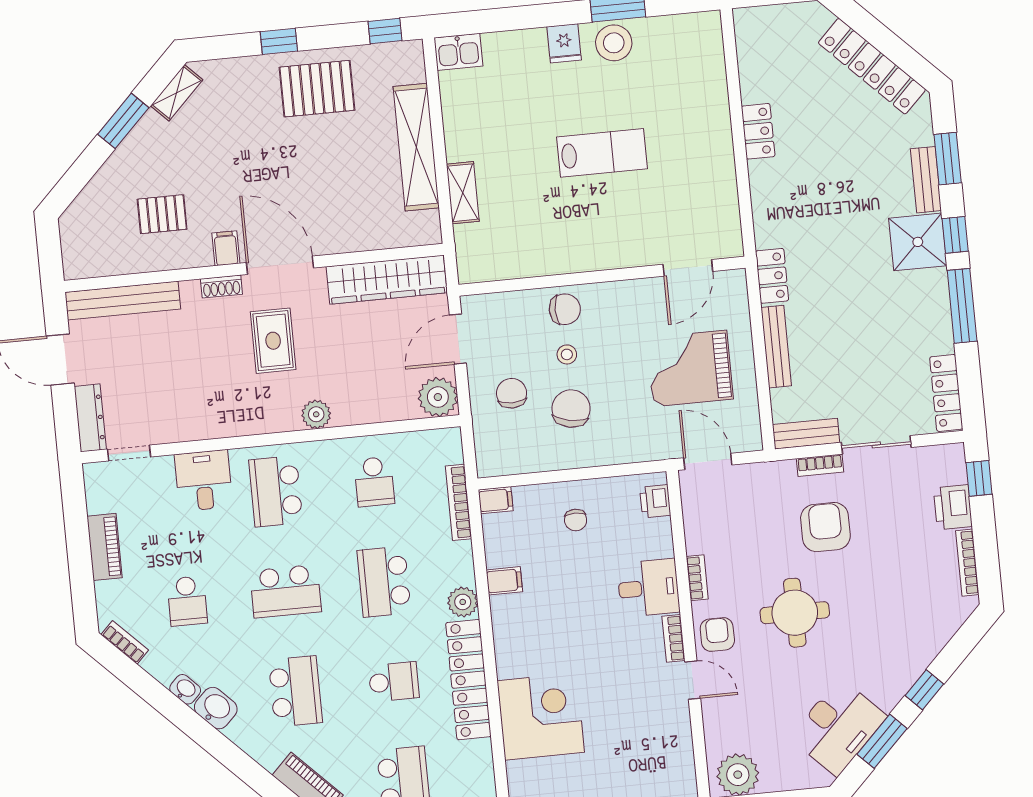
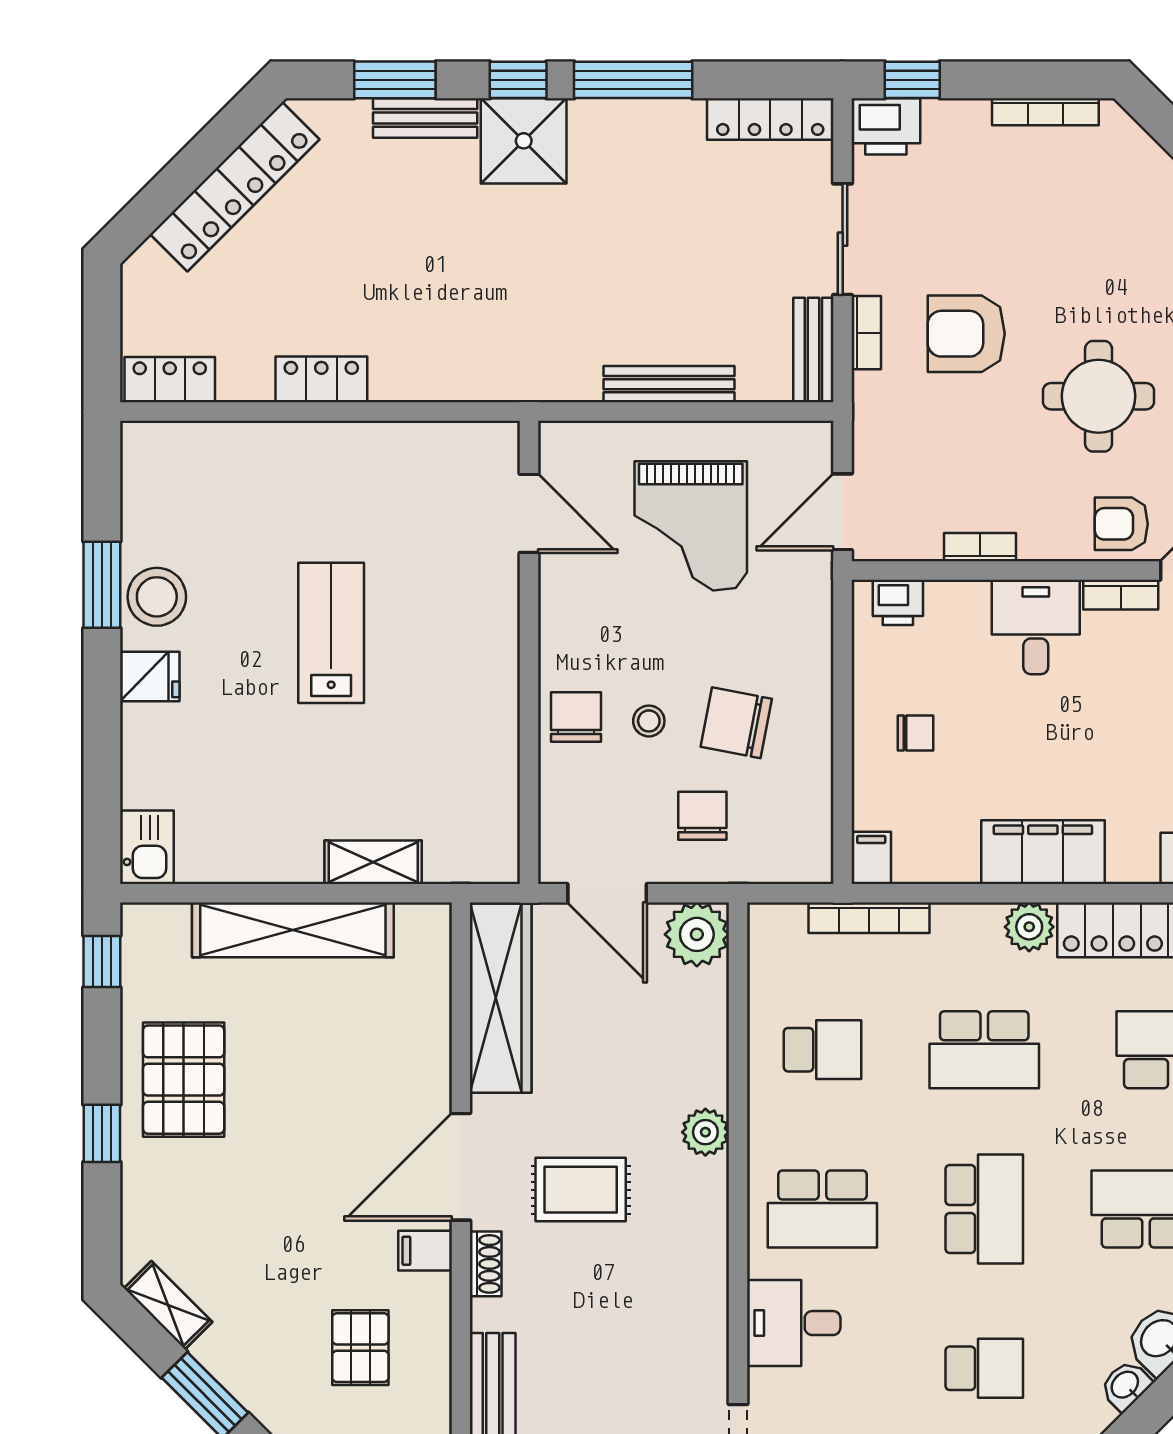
locker: (772, 276) -> (170, 380), moved
chair: (512, 393) -> (702, 816), turned 90
printer: (953, 507) -> (886, 126), moved
bookcase: (697, 578) -> (980, 547), moved
filing cabinet: (504, 581) -> (1043, 852), width x3.00, depth x1.17

